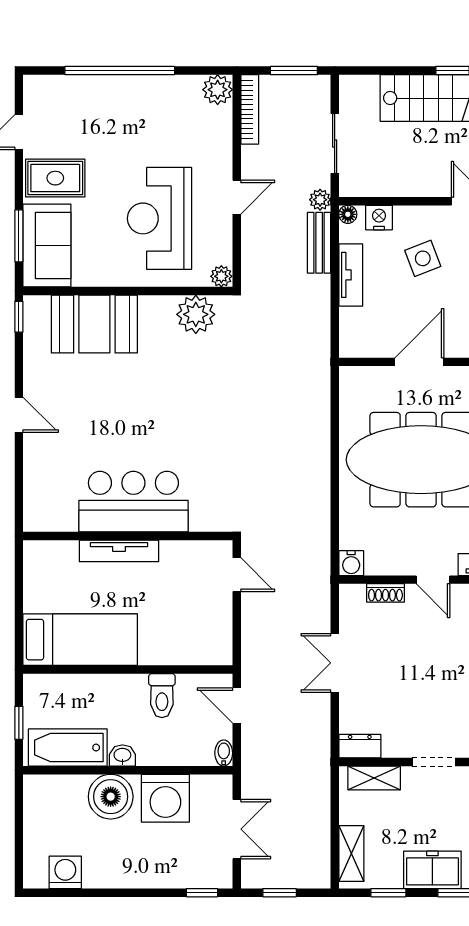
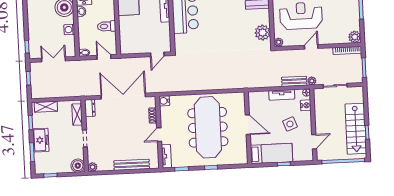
door: (237, 197) -> (311, 47), swing flipped
double door: (335, 663) -> (123, 96), width x1.87
door: (237, 705) -> (104, 57), hinge flipped
washing machine: (165, 798) -> (69, 30), width x0.53, depth x0.53
double door: (237, 829) -> (54, 59), swing flipped

